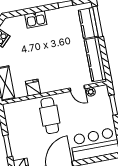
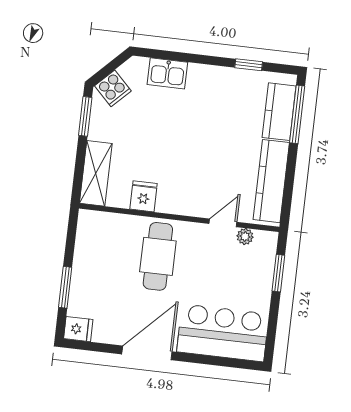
kitchen sink: (36, 19) -> (167, 73), moved
door: (77, 88) -> (223, 223), swing flipped

